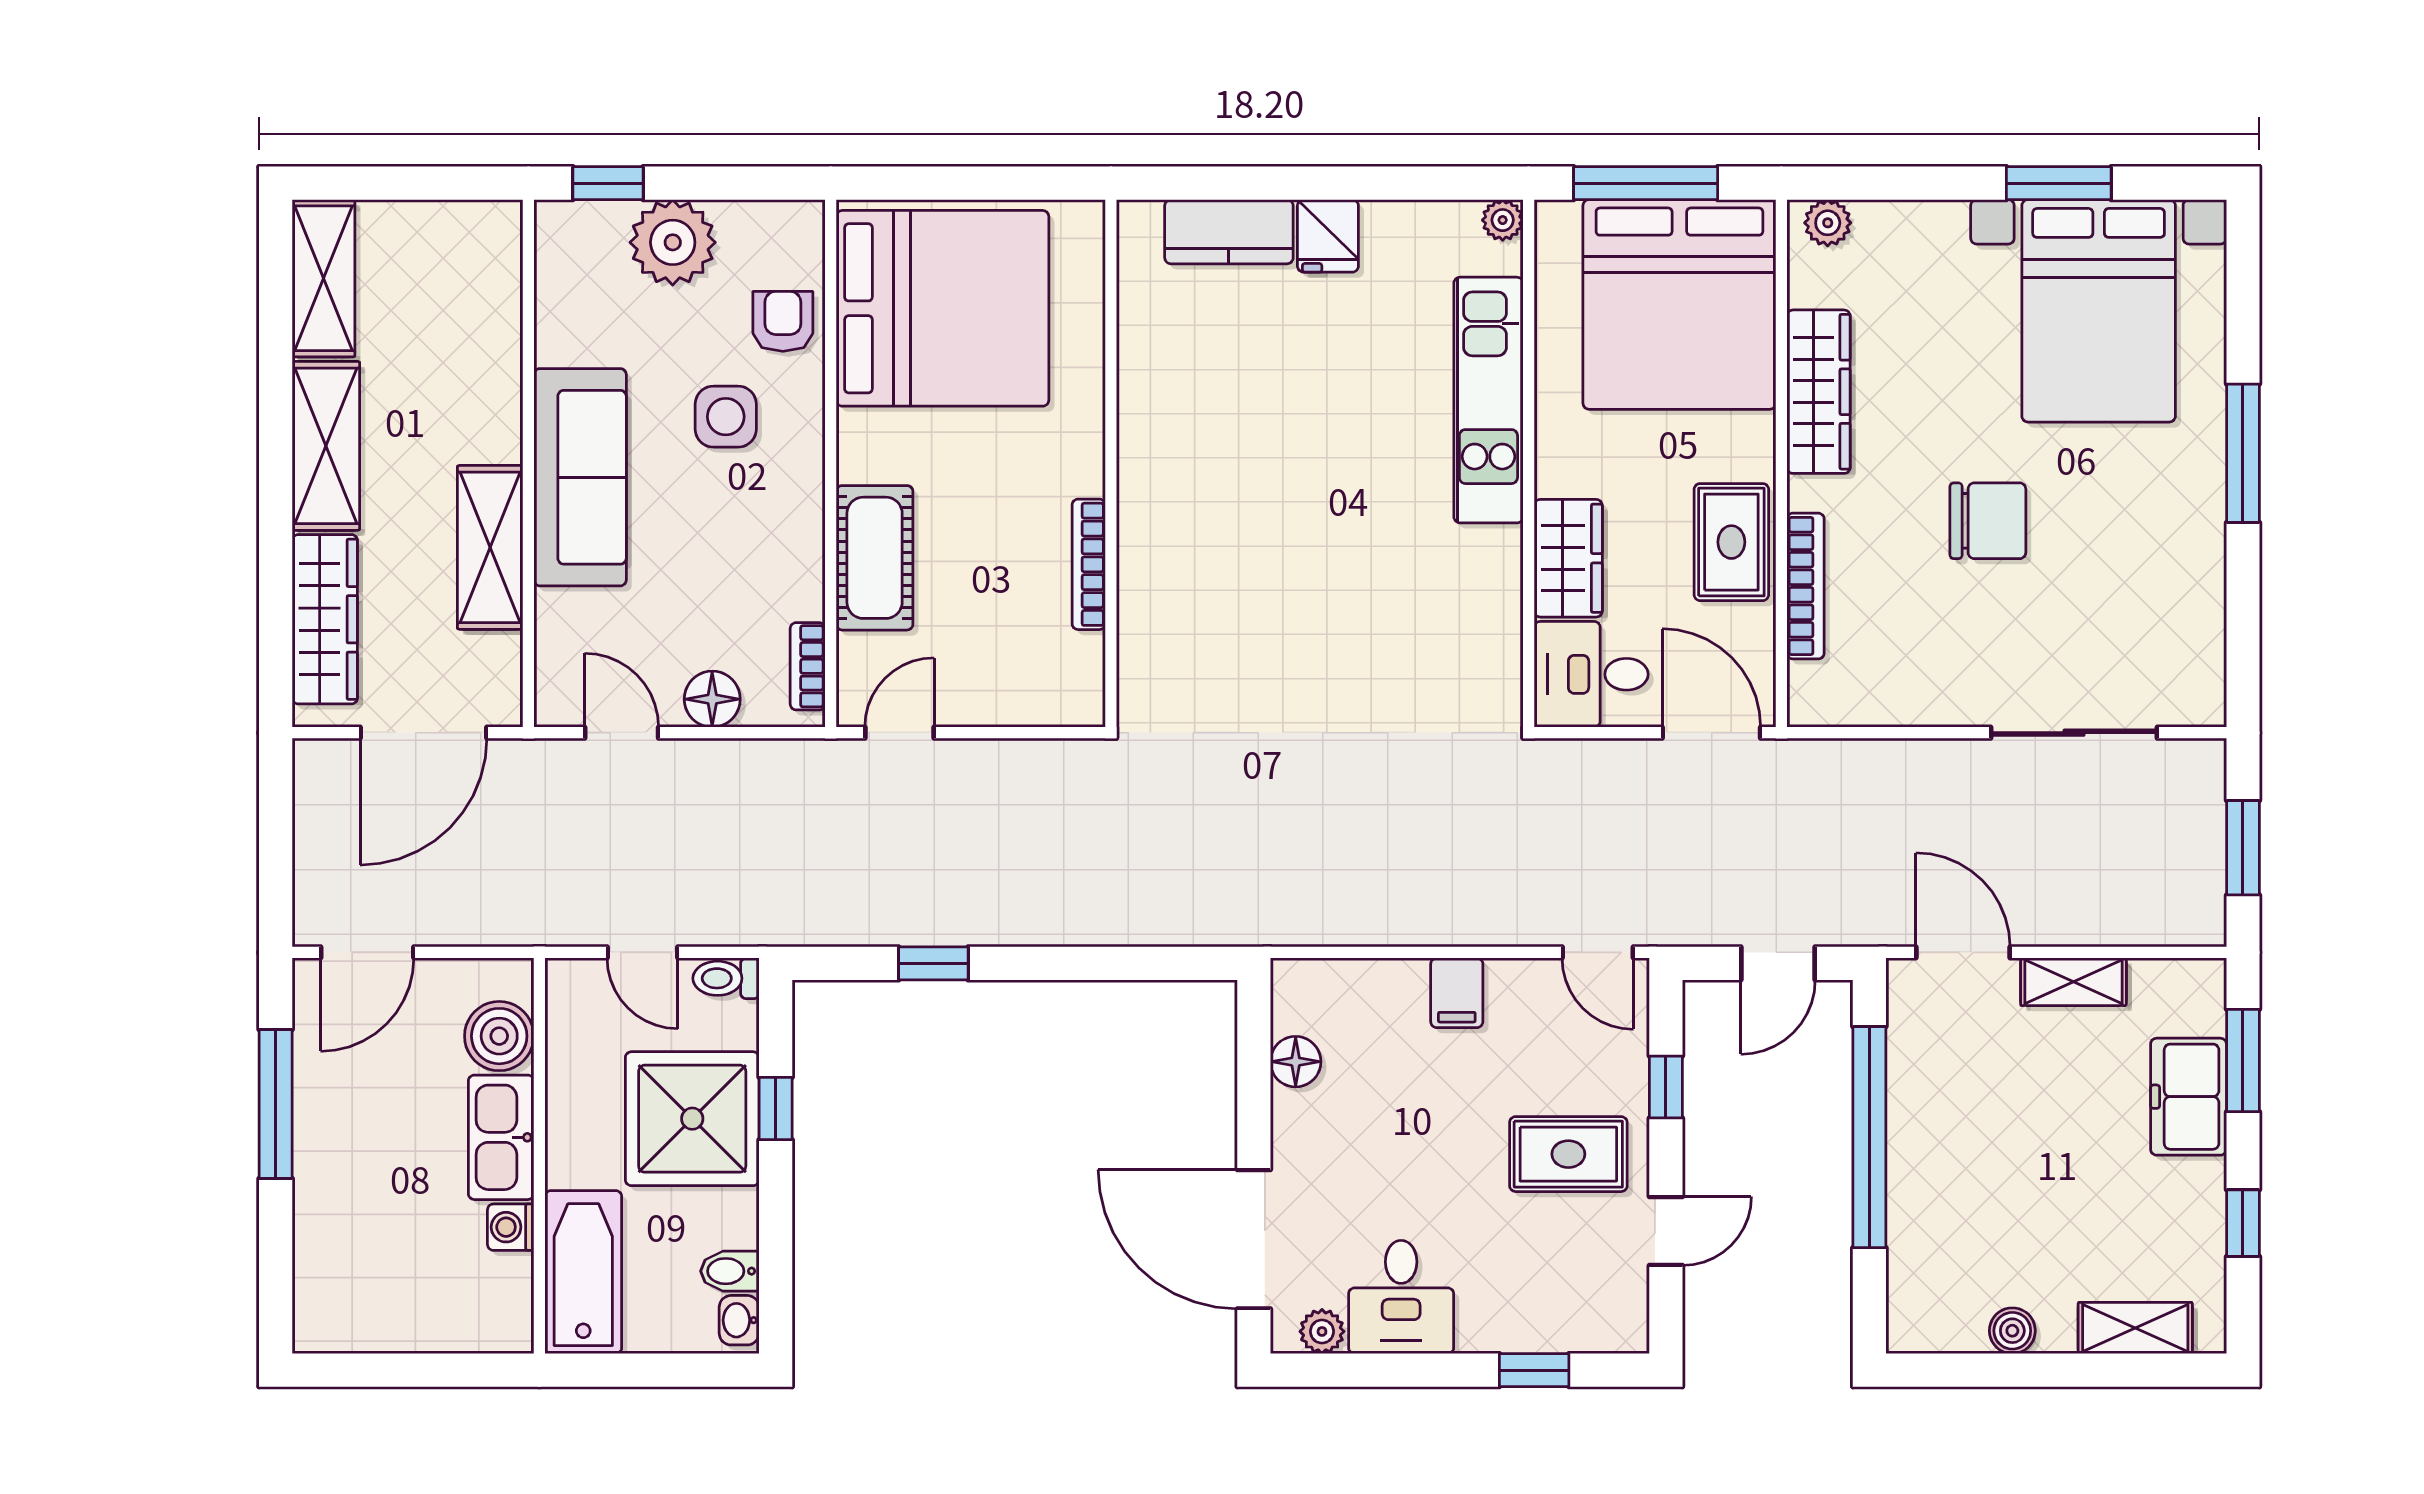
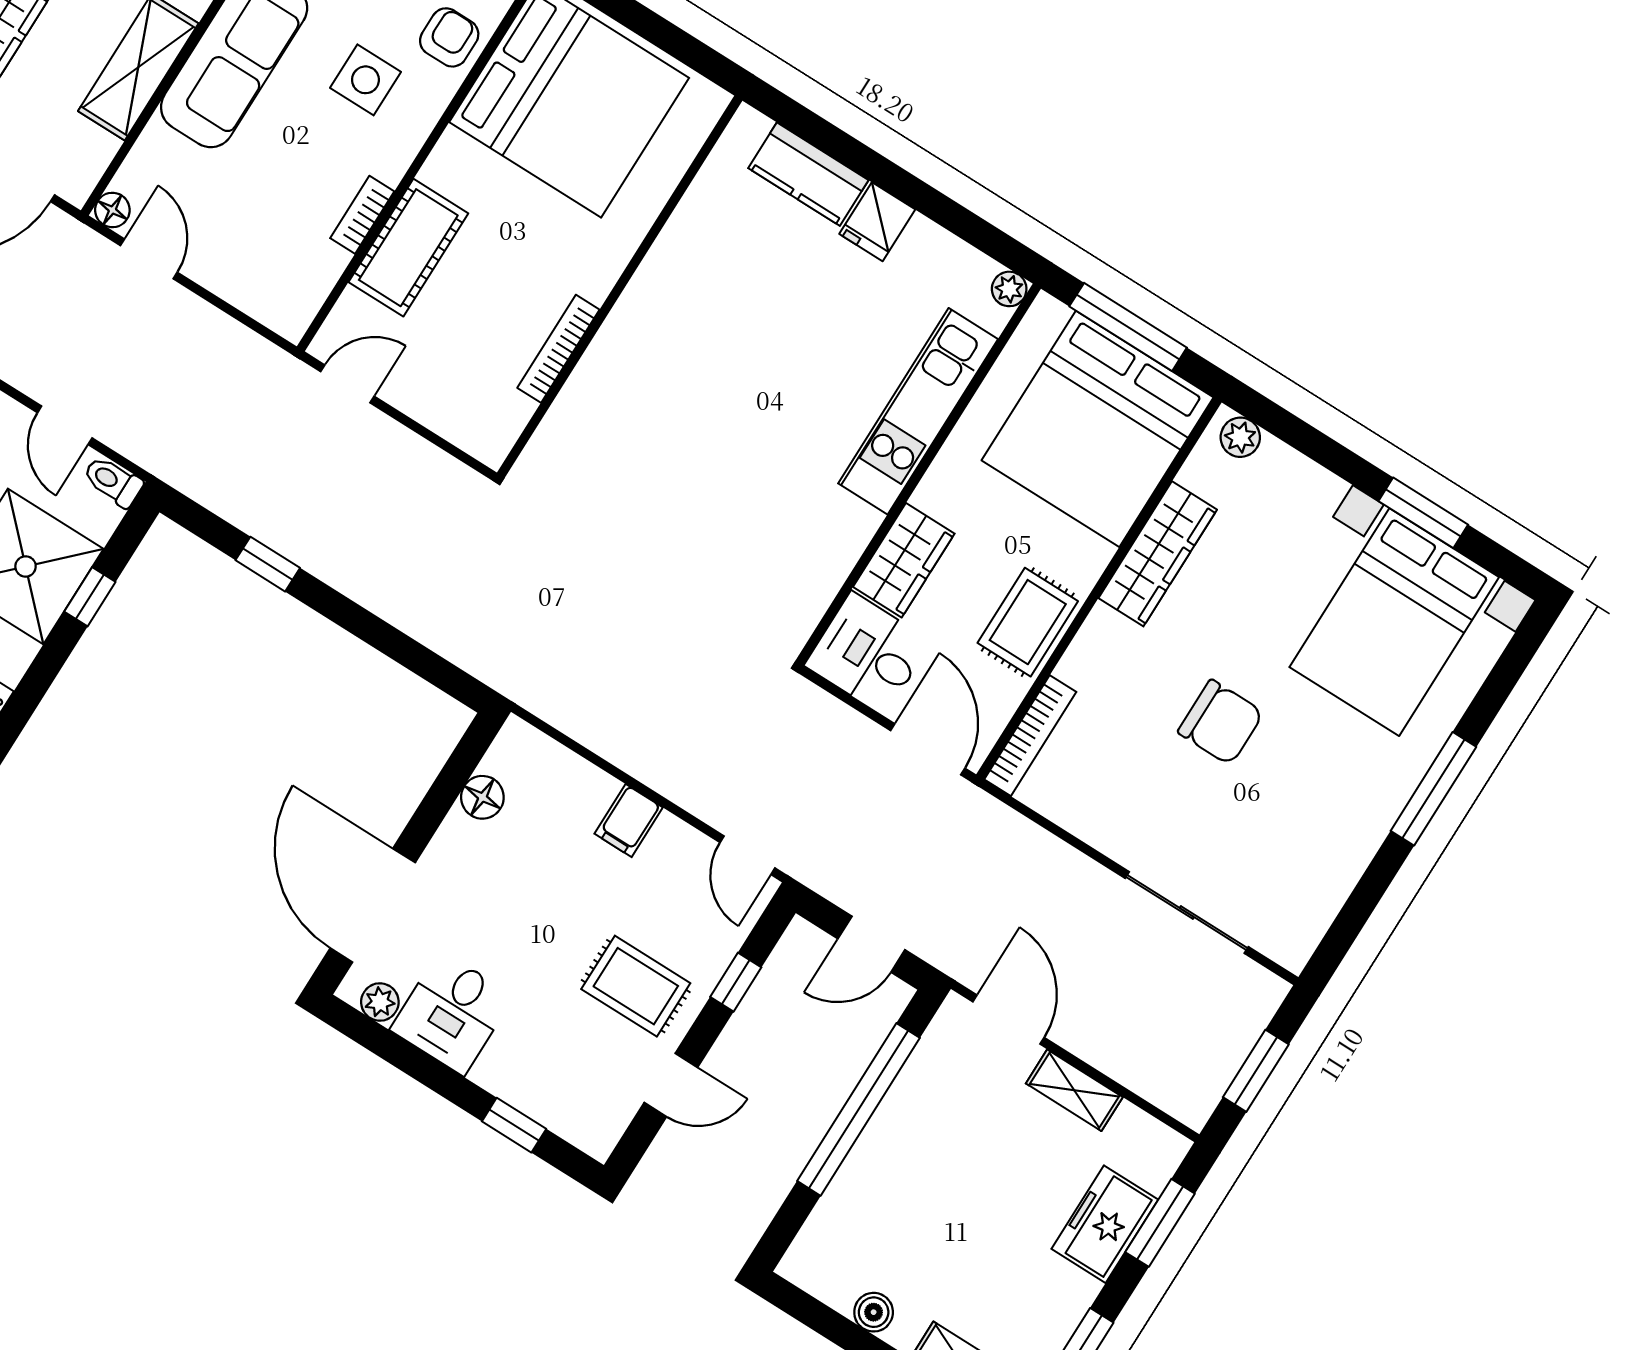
bookcase: (1806, 586) -> (1030, 736), moved
bookcase: (808, 666) -> (362, 215), moved
floor lamp: (712, 699) -> (112, 210), moved, width x0.73, depth x0.73

